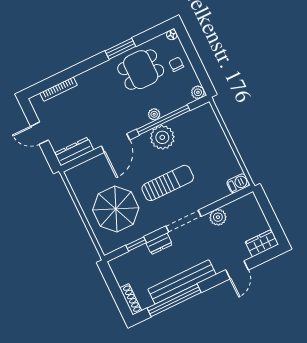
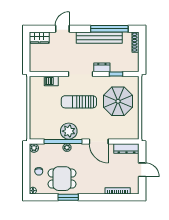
door: (116, 143) -> (99, 141), swing flipped
barbecue: (238, 183) -> (51, 81), moved
plant: (218, 217) -> (58, 66), removed

